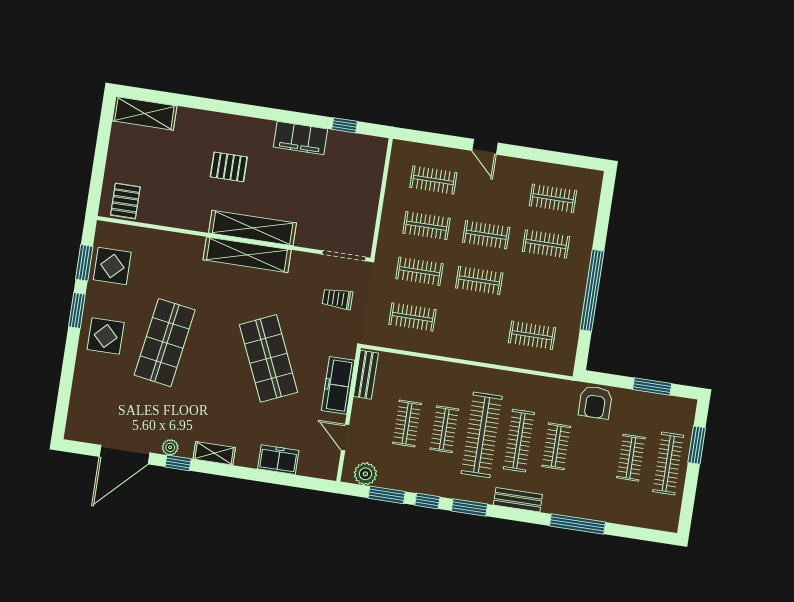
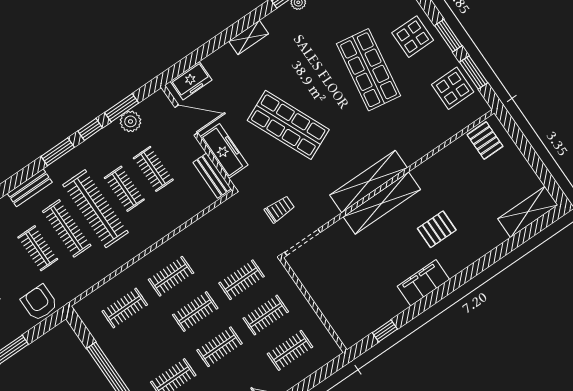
filing cabinet: (301, 138) -> (423, 283), moved
clothes rail: (412, 317) -> (171, 276), moved
door: (345, 438) -> (186, 120), width x1.38
shelving: (214, 453) -> (249, 37), moved
freezer: (278, 460) -> (191, 81), moved
plant: (365, 474) -> (130, 121), moved

